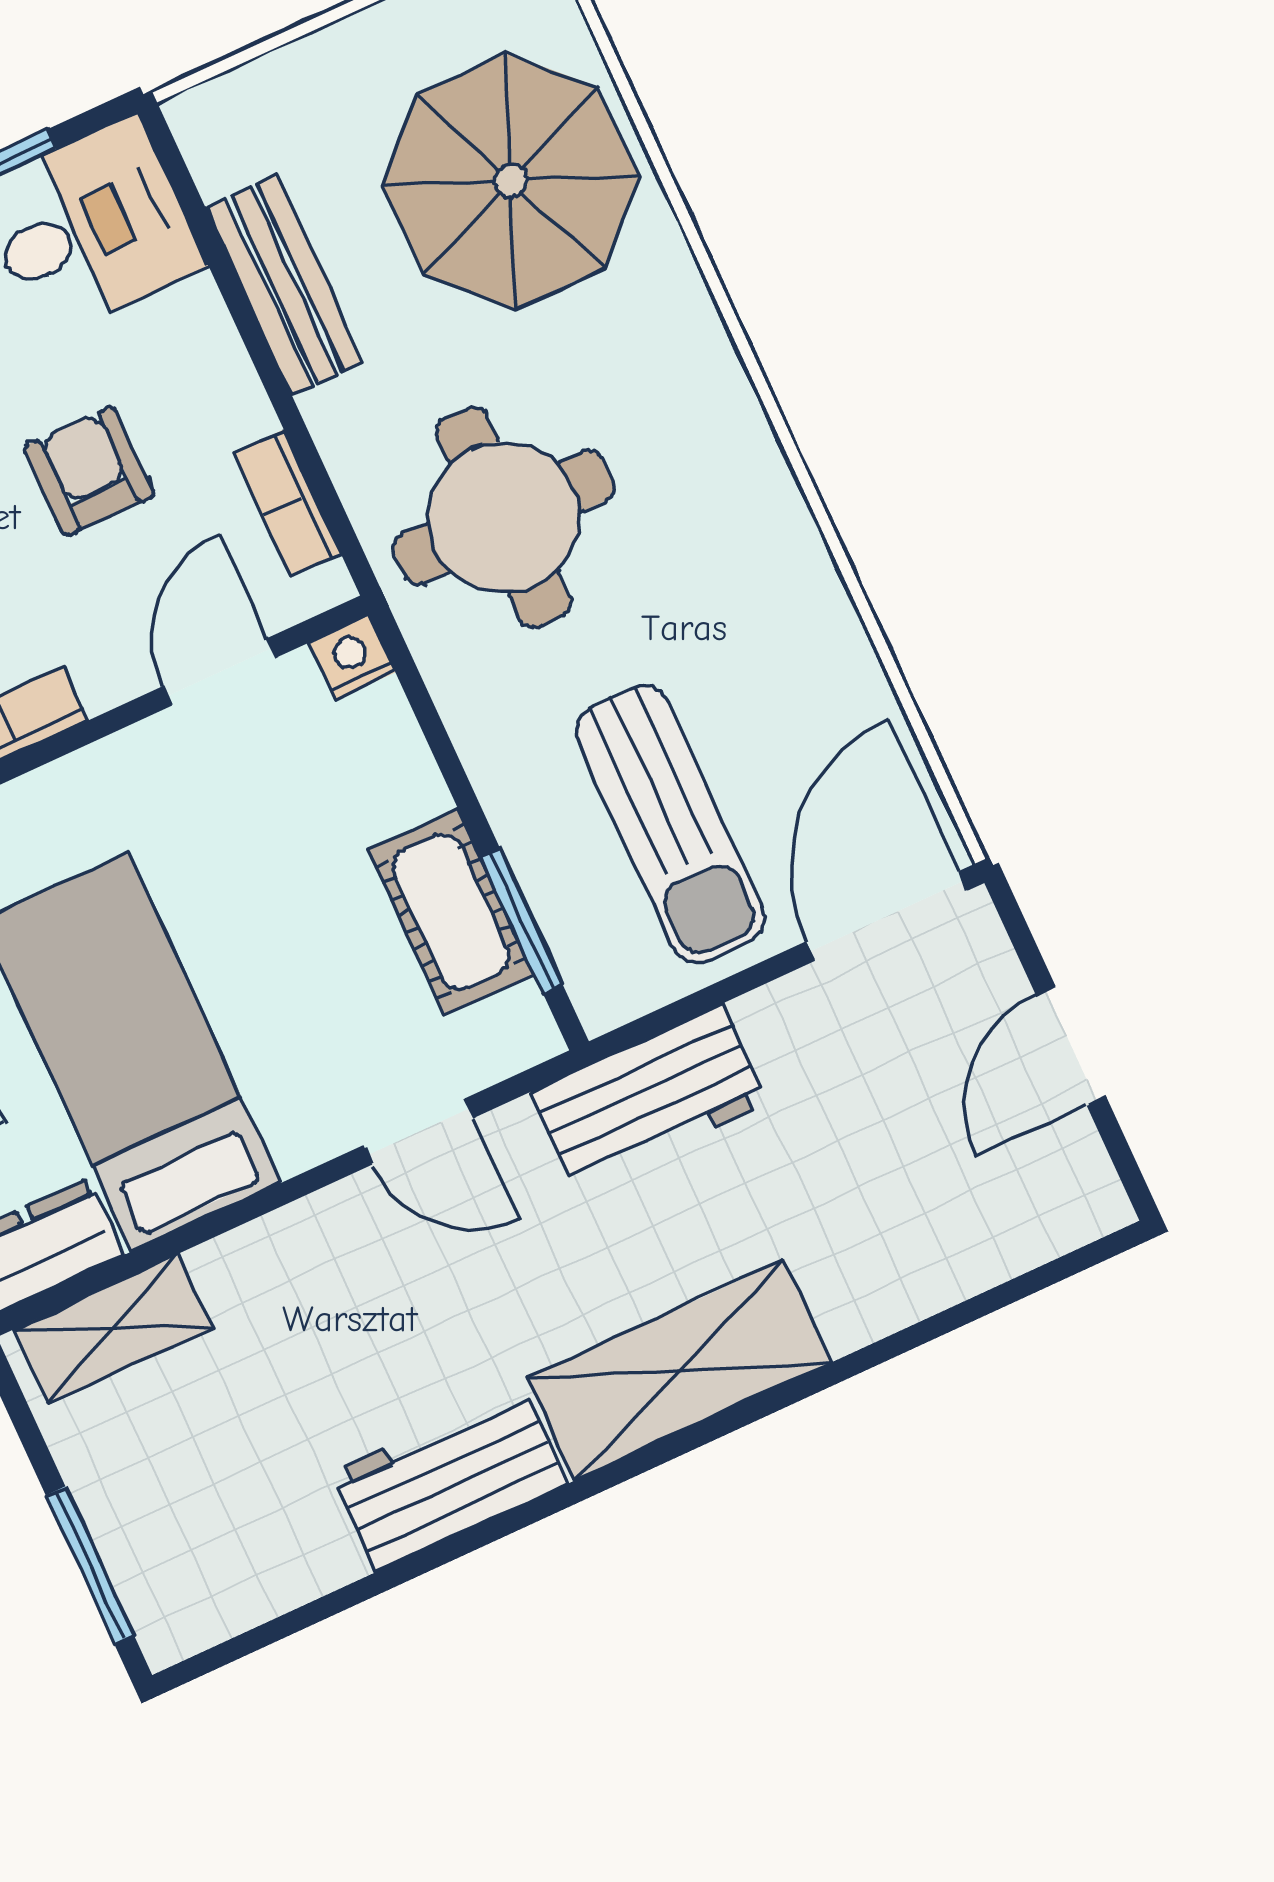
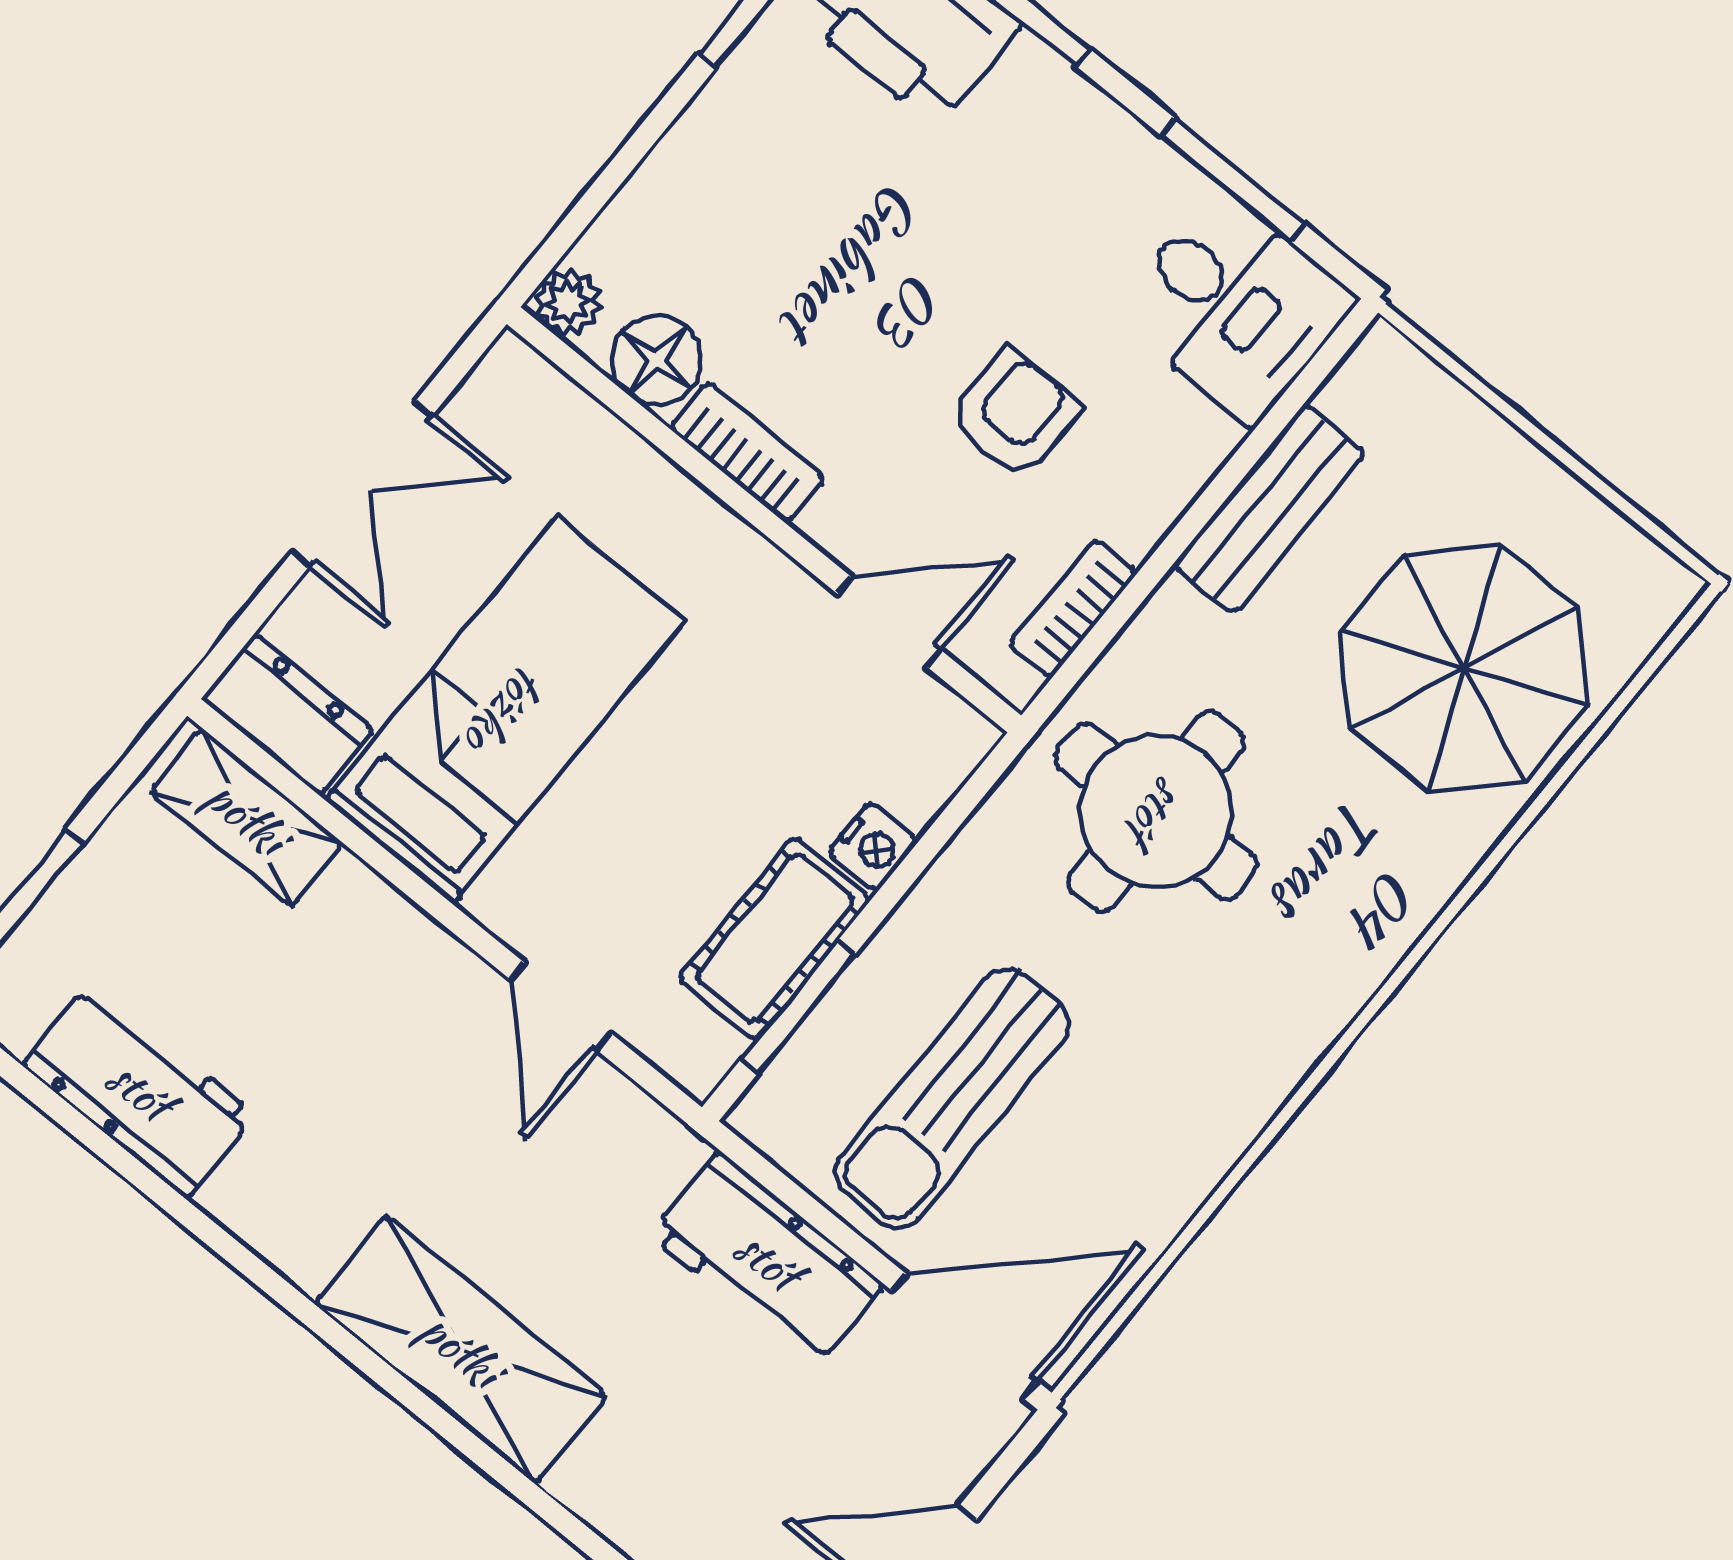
nightstand: (352, 658) -> (873, 847), moved, turned 90
workbench: (649, 1098) -> (767, 1260), moved
workbench: (449, 1478) -> (139, 1090), moved

